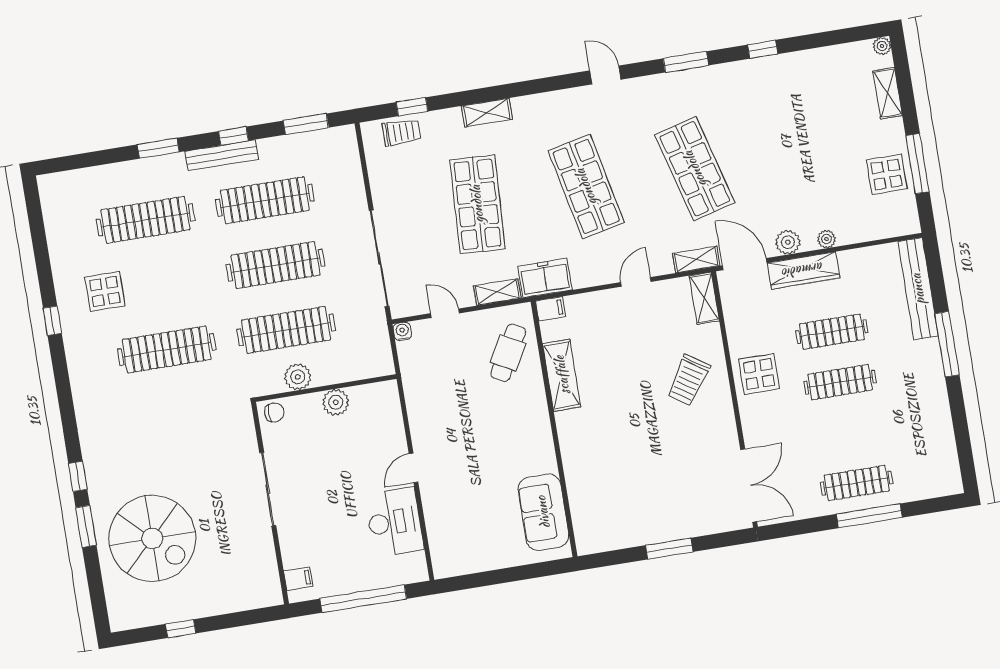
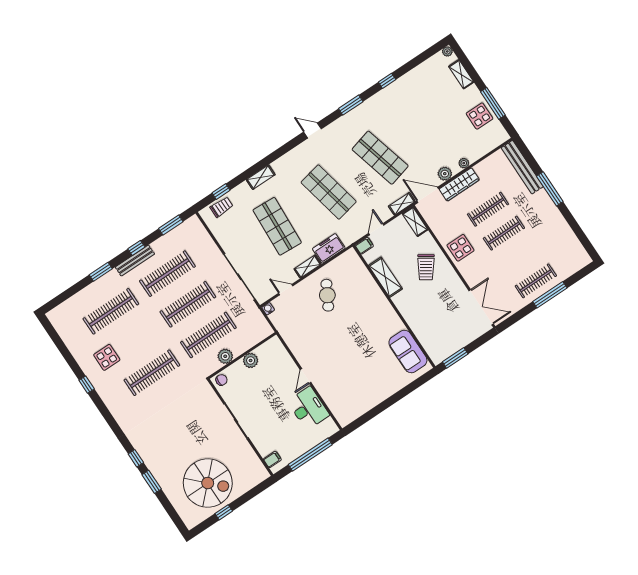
filing cabinet: (551, 309) -> (364, 246), moved
shelving: (562, 375) -> (385, 277), moved
wall: (554, 429) -> (394, 306), moved
sofa: (543, 512) -> (408, 351), moved
spiral stairs: (152, 538) -> (208, 483), moved

